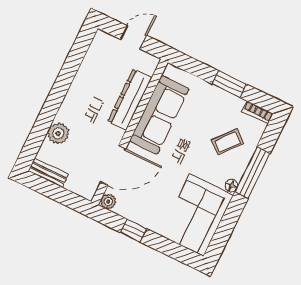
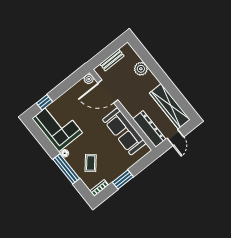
wardrobe: (92, 67) -> (170, 106), added
dresser: (130, 100) -> (149, 129), moved
door: (113, 165) -> (108, 92), hinge flipped
bench: (48, 173) -> (112, 60), moved
window: (134, 231) -> (44, 102), moved

